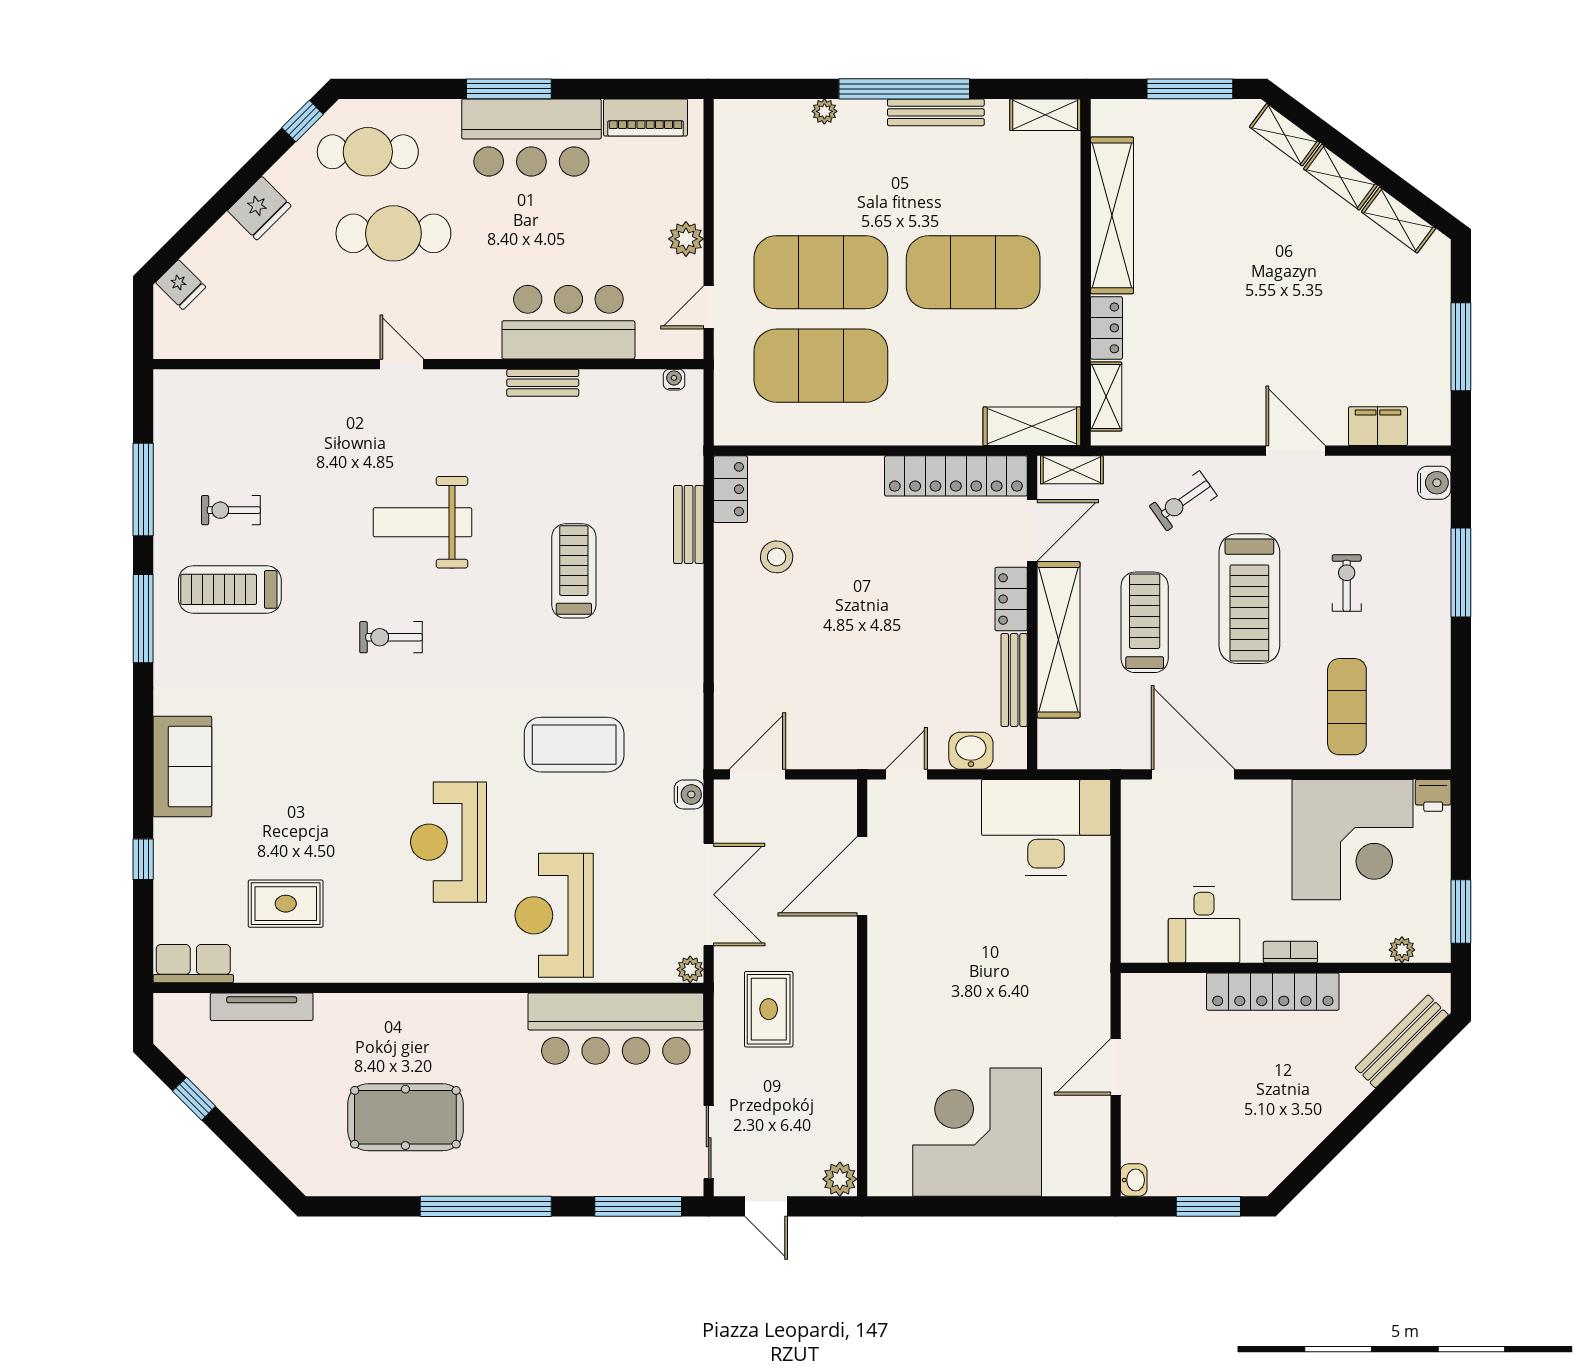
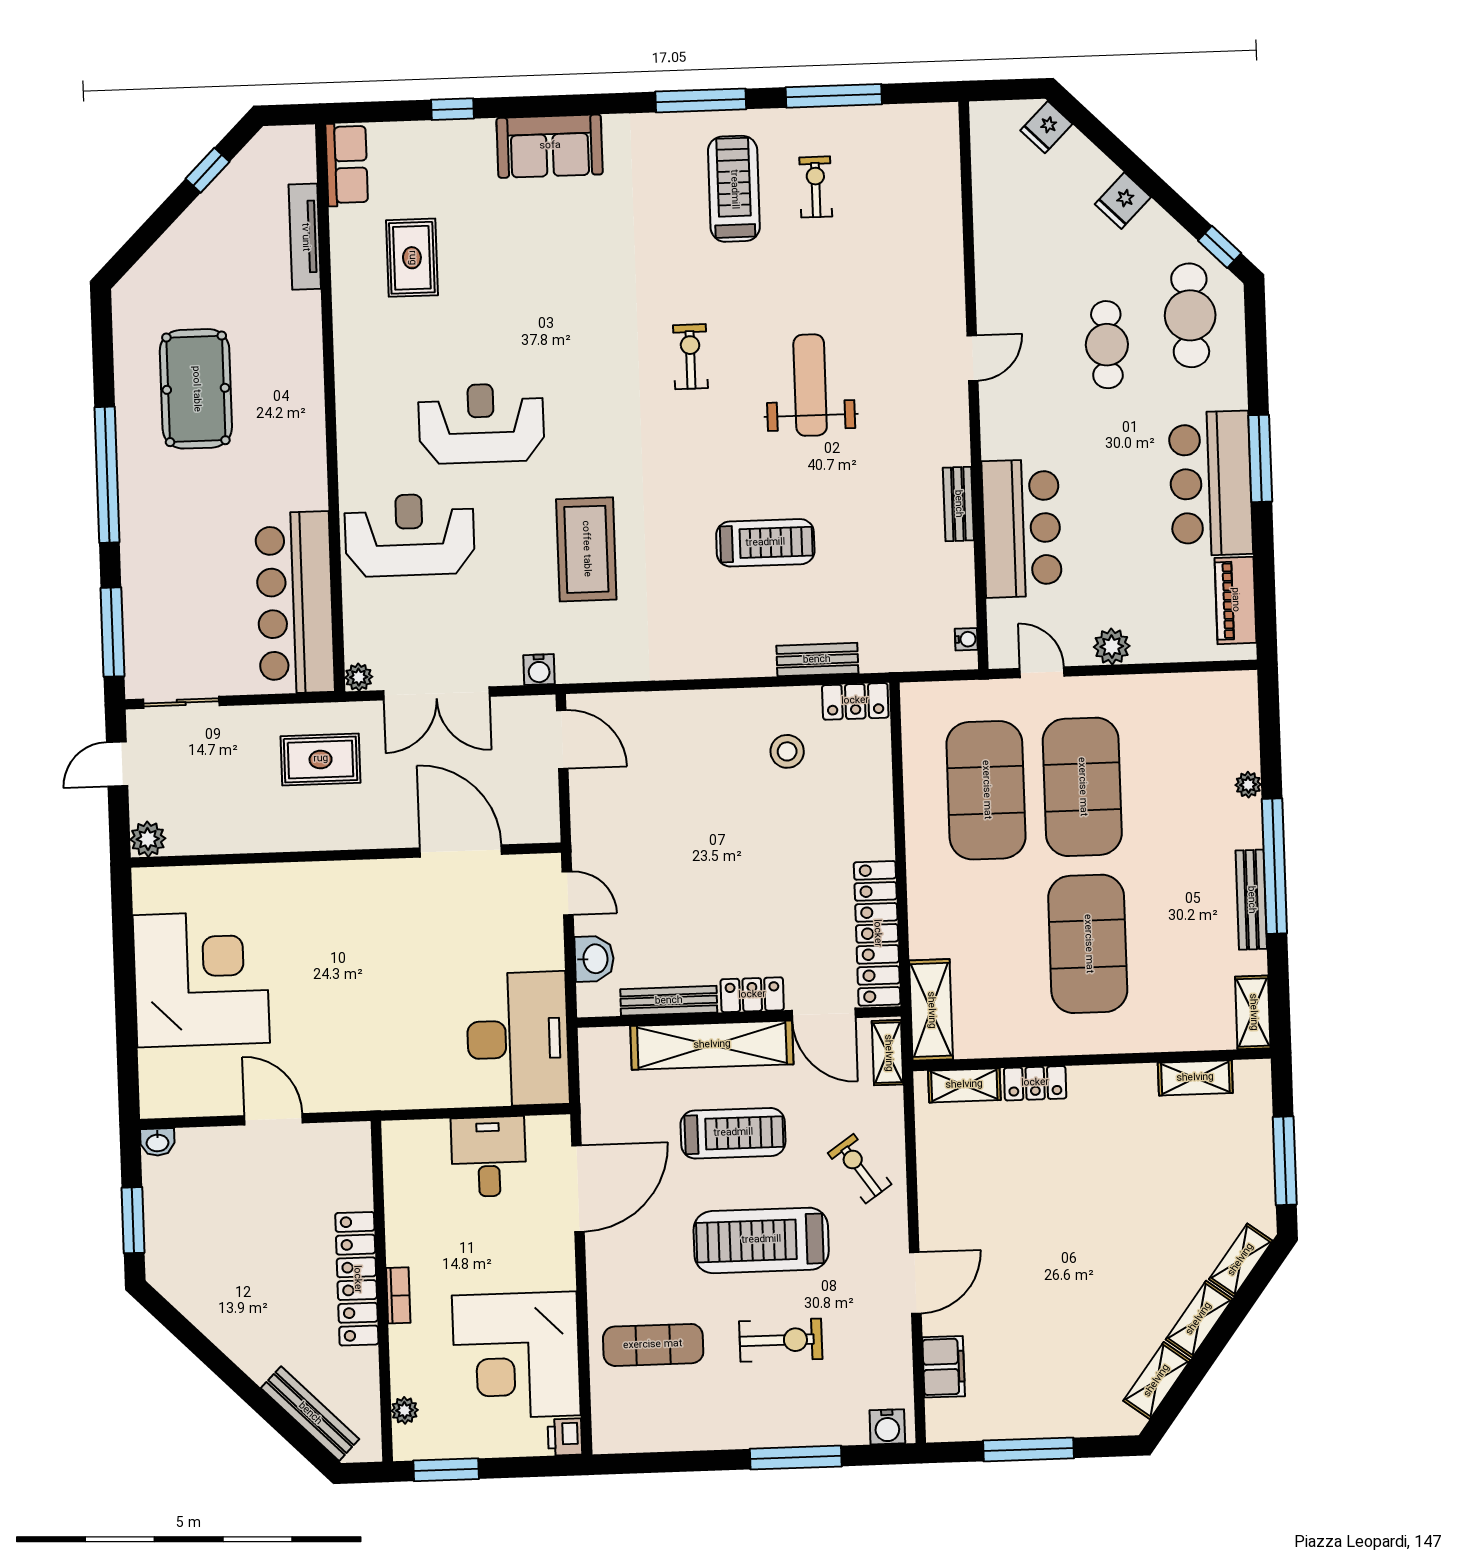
fridge: (259, 208) -> (1123, 201), width x0.72
shelving: (1112, 215) -> (1195, 1078), width x0.45, depth x0.75
cafe table: (393, 233) -> (1107, 345), width x0.73, depth x0.74
exercise bike: (1347, 583) -> (781, 1340), width x1.38, depth x1.39
desk: (1204, 924) -> (489, 1157), moved, turned 90

